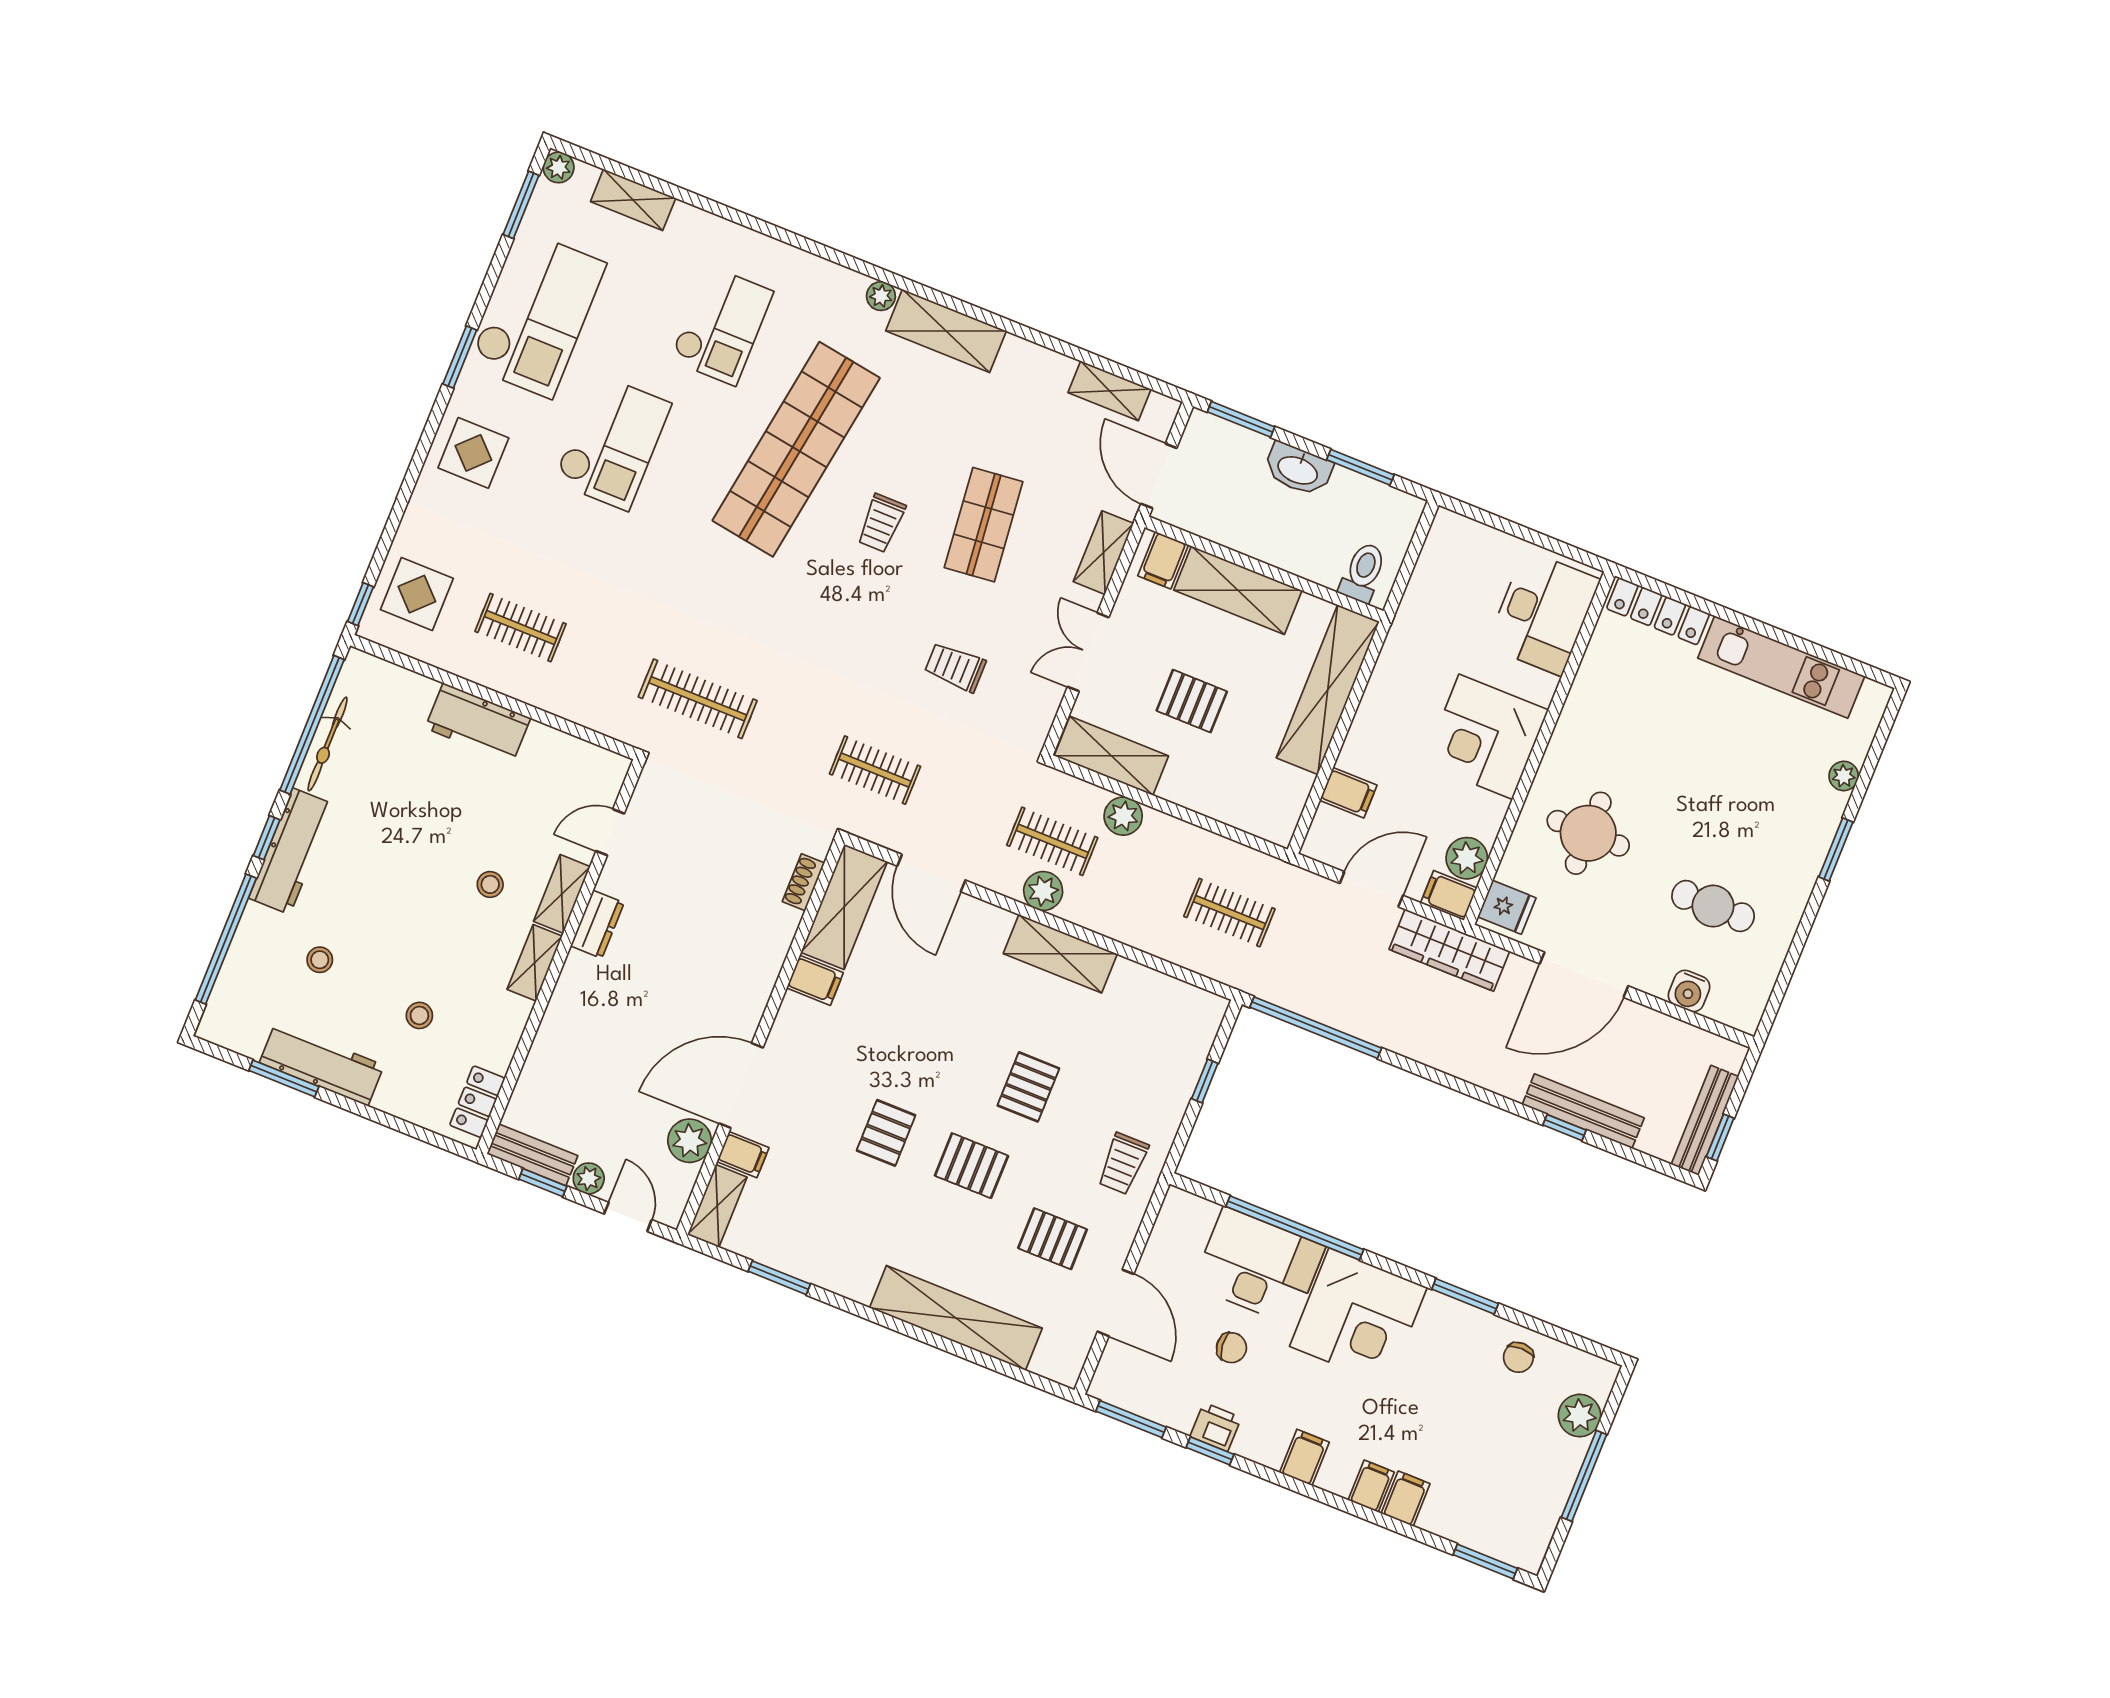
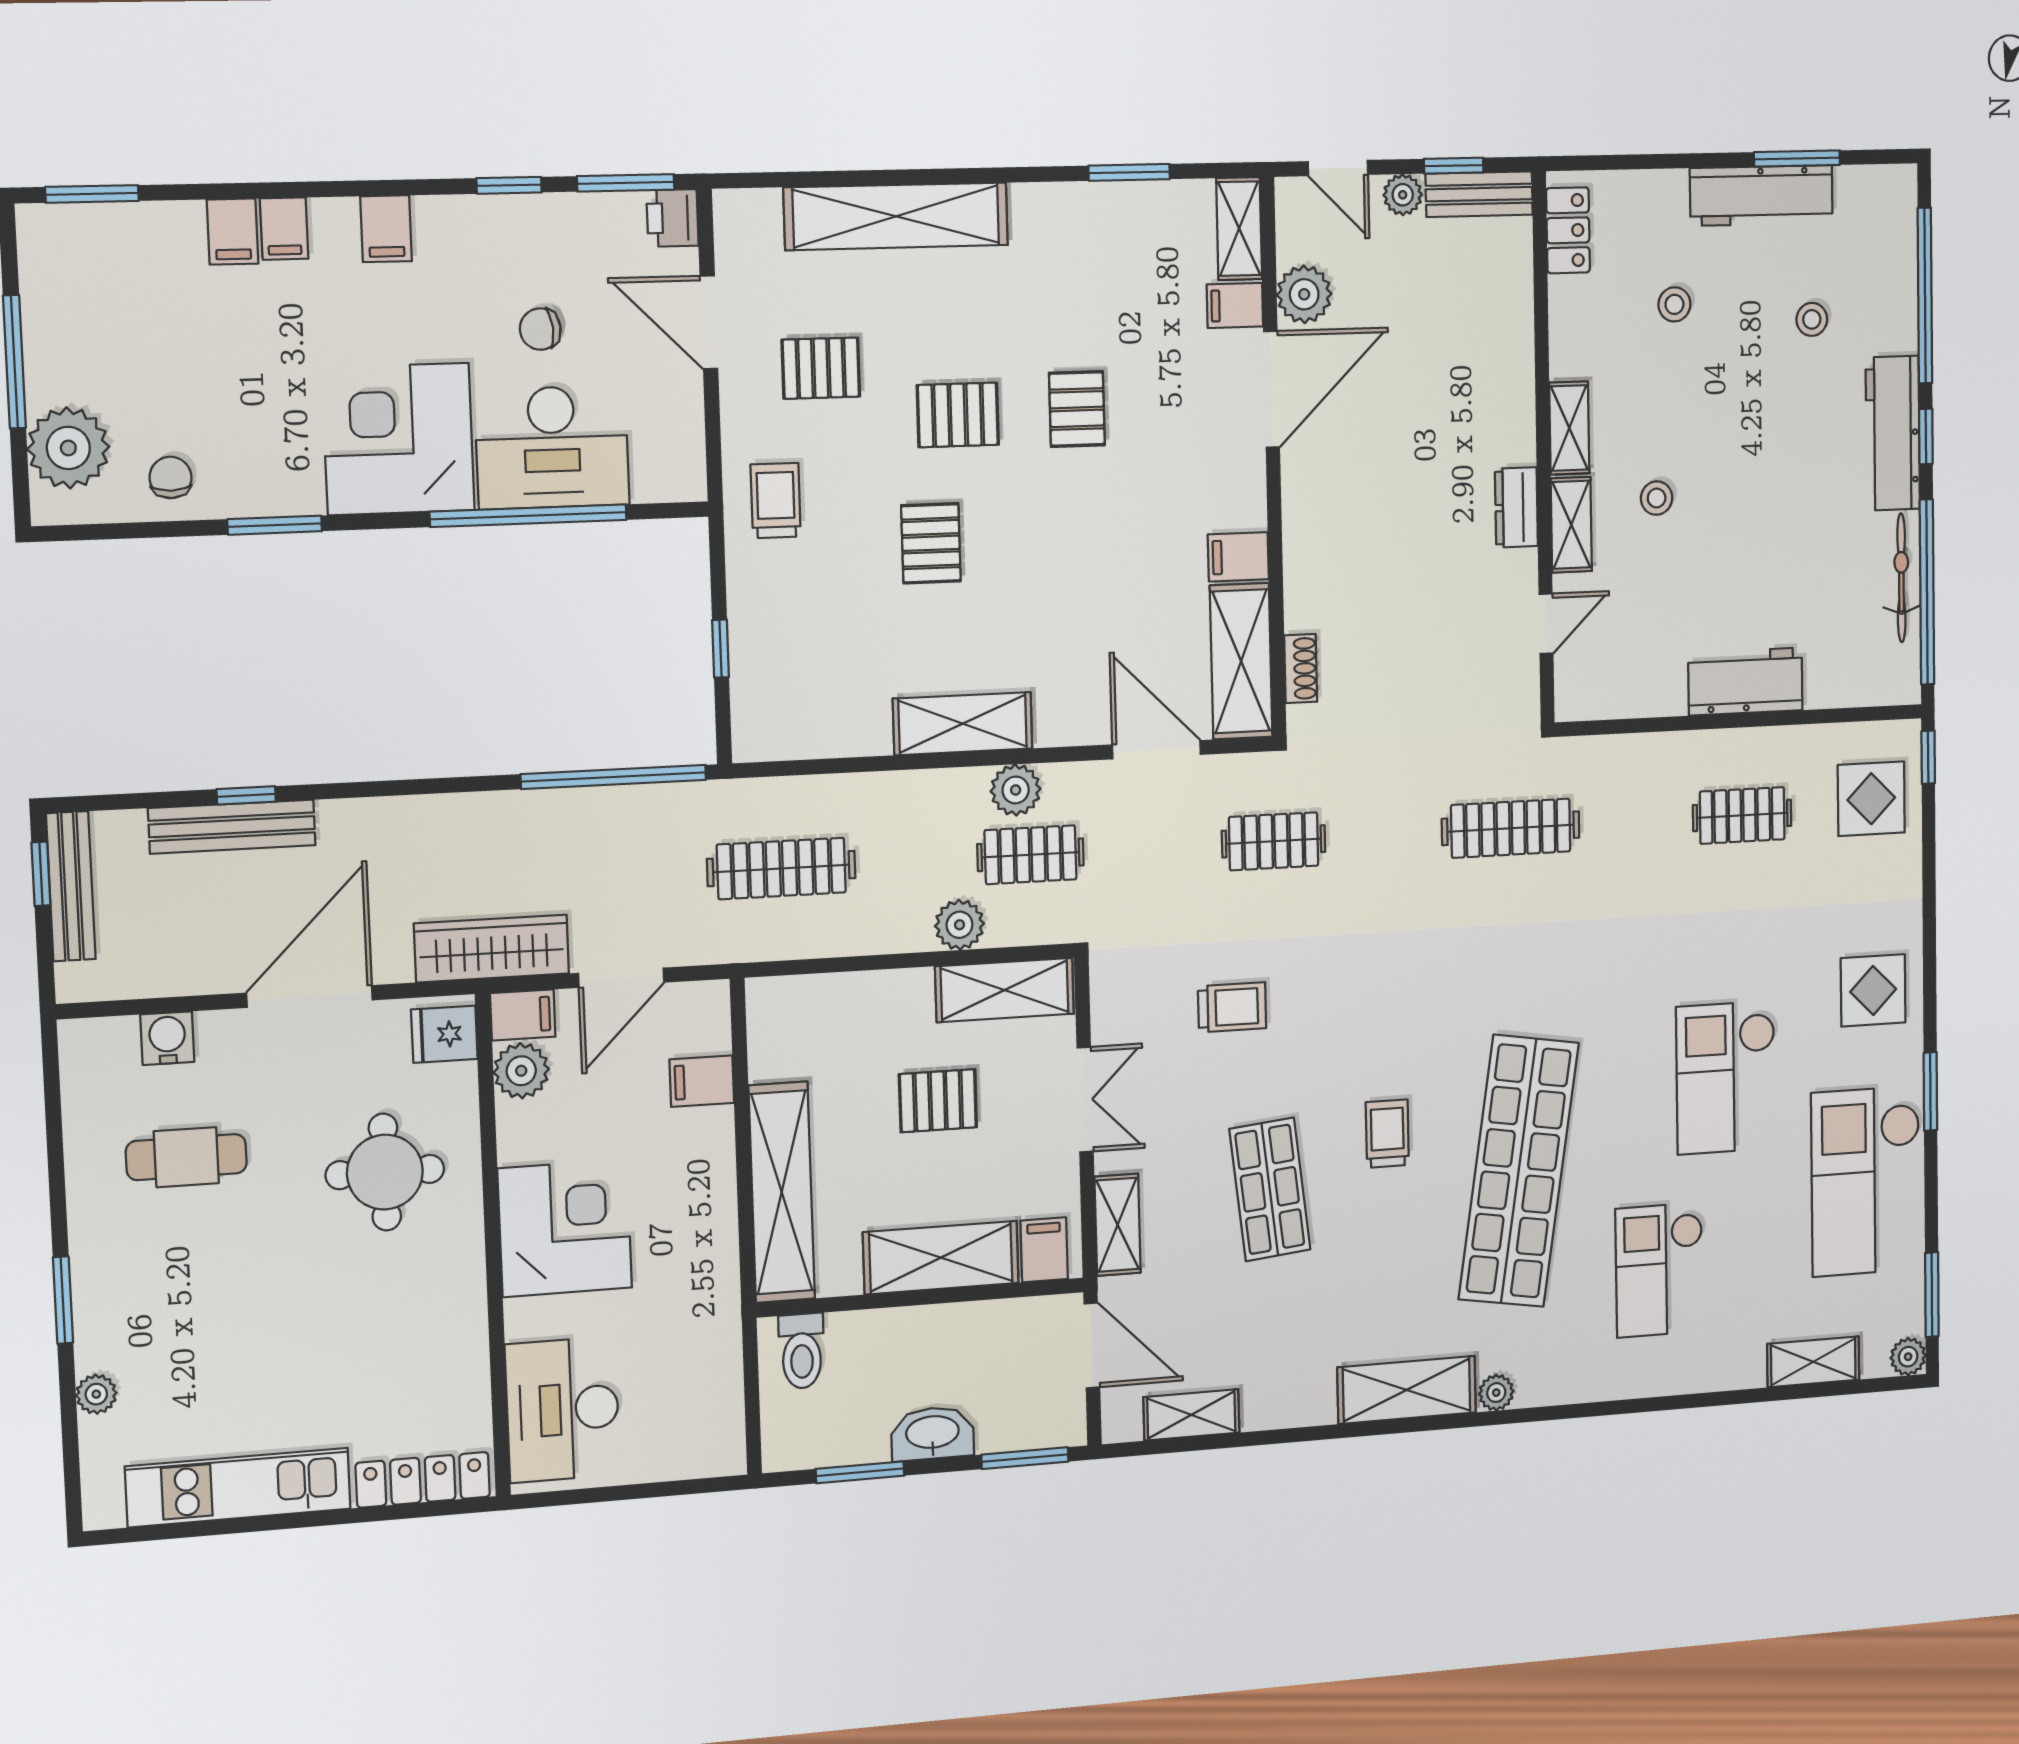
clothes rail: (1229, 913) -> (781, 869), width x1.36
plant: (1580, 1416) -> (68, 448), width x1.36, depth x1.36
printer: (1216, 1427) -> (673, 218), moved, turned 90

